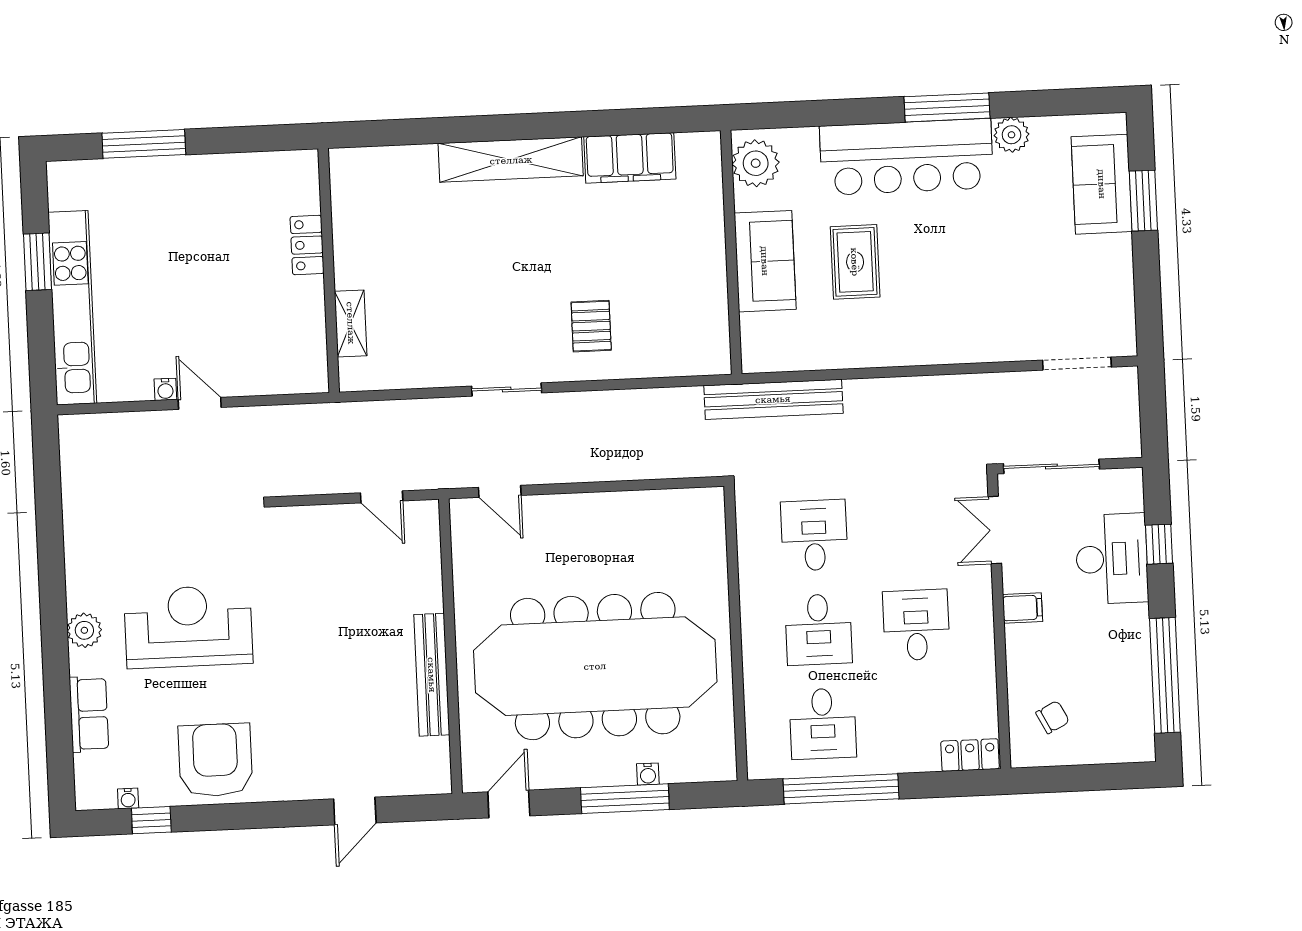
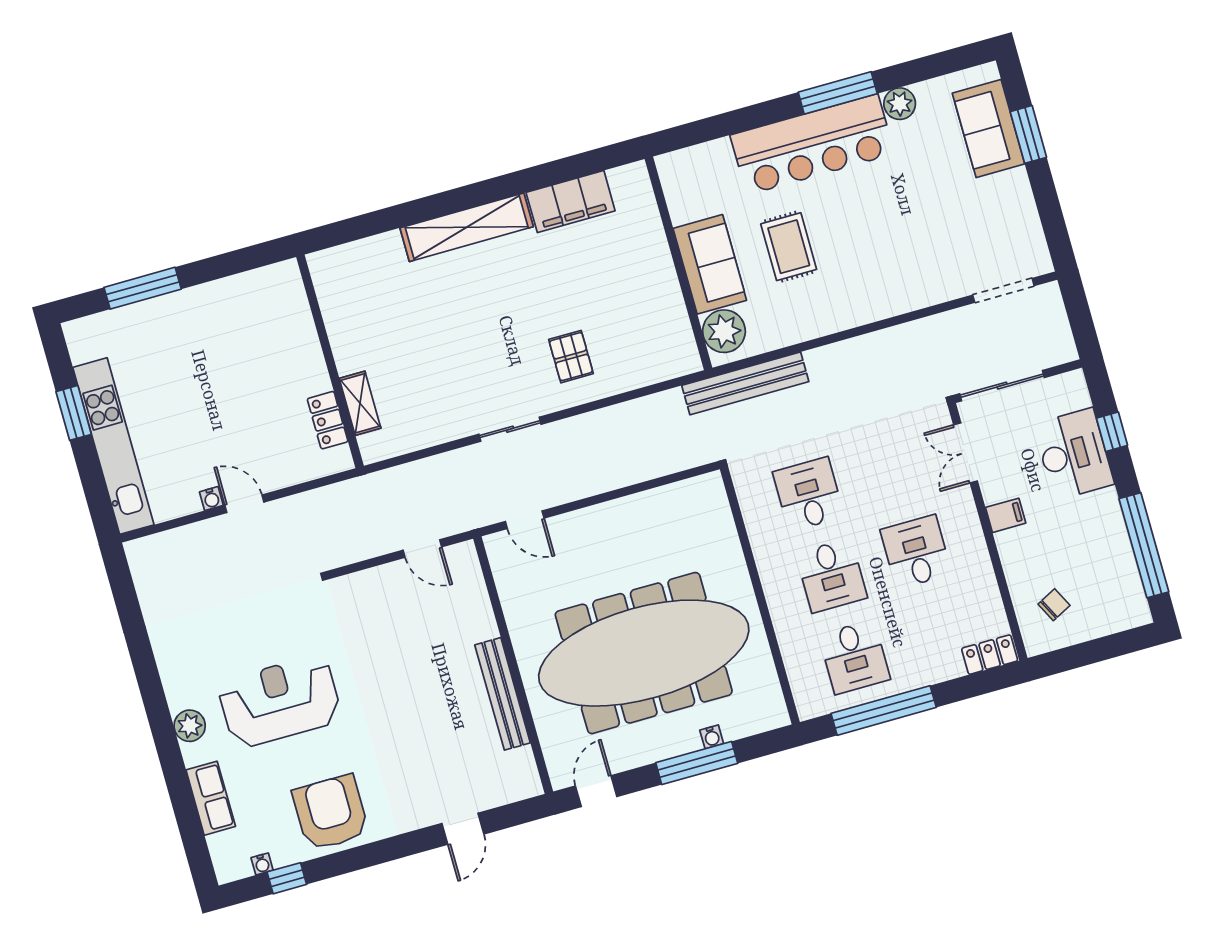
plant: (756, 163) -> (724, 331), moved
locker: (307, 245) -> (328, 420), moved

